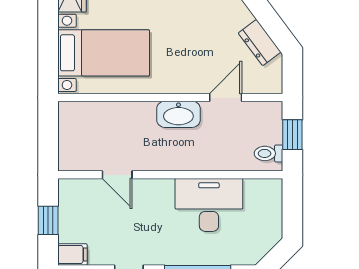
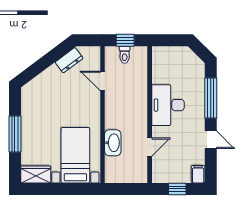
washbasin: (178, 114) -> (113, 143), moved
toilet: (269, 153) -> (125, 55), moved
desk: (209, 205) -> (168, 105), moved

